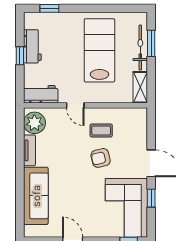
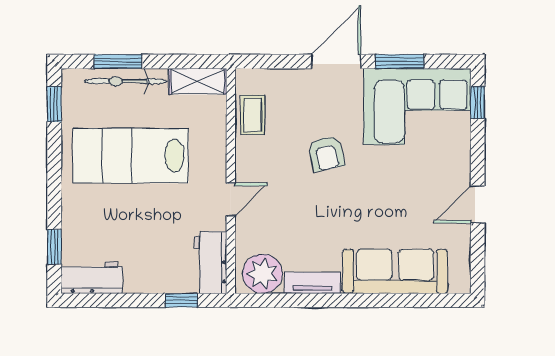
window: (128, 8) -> (54, 104), added
workbench: (32, 46) -> (92, 278), moved
window: (20, 56) -> (181, 300), moved
coffee table: (101, 130) -> (253, 115), moved
window: (151, 198) -> (399, 61), width x1.50

